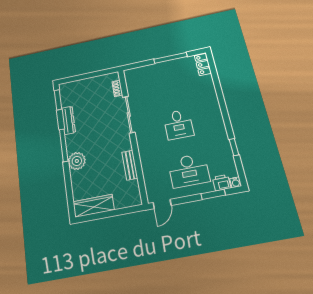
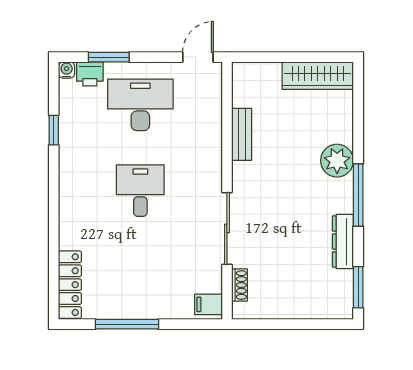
locker: (203, 64) -> (70, 285), width x1.53
filing cabinet: (131, 76) -> (208, 304), added

